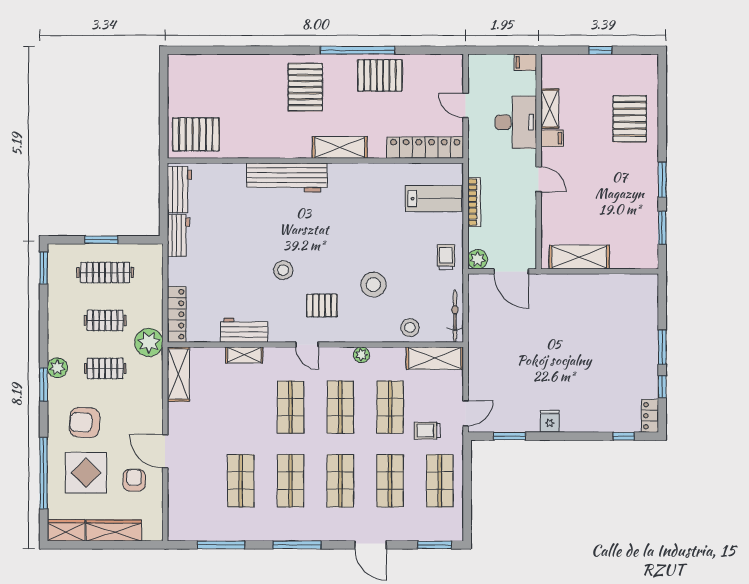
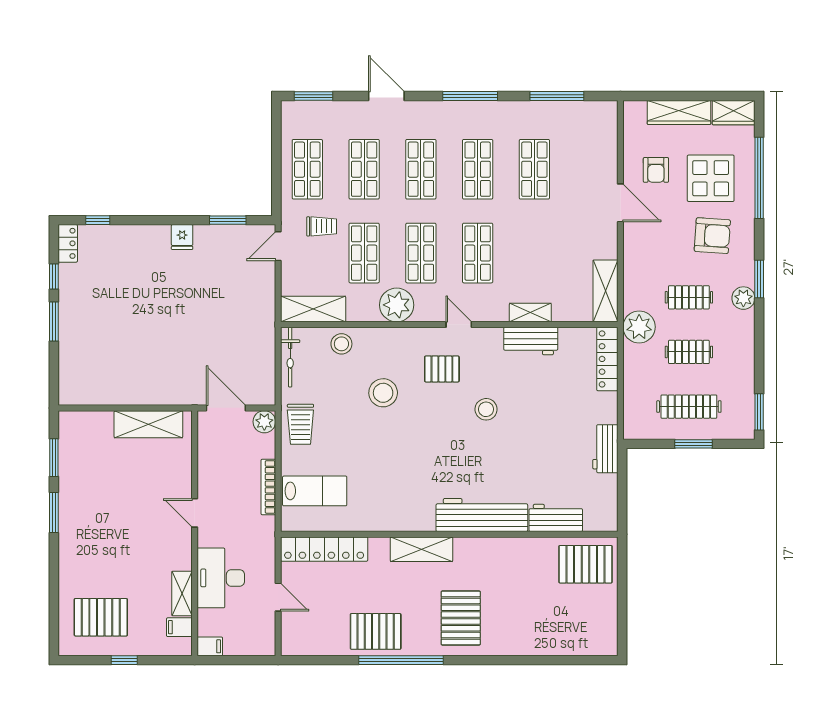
pallet: (630, 119) -> (101, 617), moved, turned 90
filing cabinet: (552, 138) -> (179, 627), moved
workbench: (180, 190) -> (556, 518), moved, turned 90
lab bench: (433, 199) -> (315, 491), turned 180
trolley: (446, 257) -> (300, 424), width x1.36, depth x1.39
plant: (362, 355) -> (397, 305), width x1.87, depth x1.87

